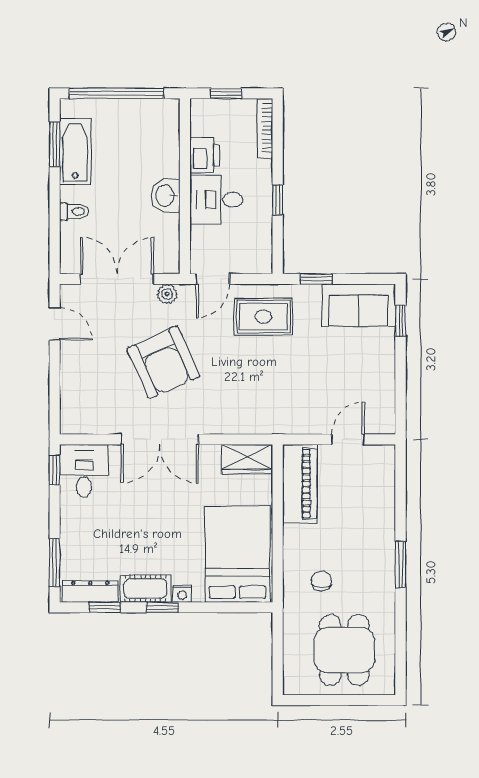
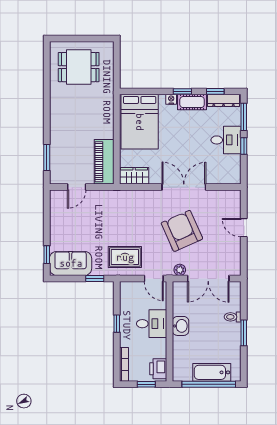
window: (55, 144) -> (244, 333), moved
bathtub: (75, 152) -> (212, 372), moved, turned 90
printer: (205, 155) -> (158, 369), moved
door: (213, 279) -> (154, 278), swing flipped
door: (55, 324) -> (244, 228), moved
window: (55, 470) -> (244, 146), moved
desk: (84, 471) -> (226, 140), moved, turned -90
window: (400, 564) -> (47, 157), moved
chair: (321, 581) -> (92, 106), removed
dining table: (344, 650) -> (79, 67), turned 90

